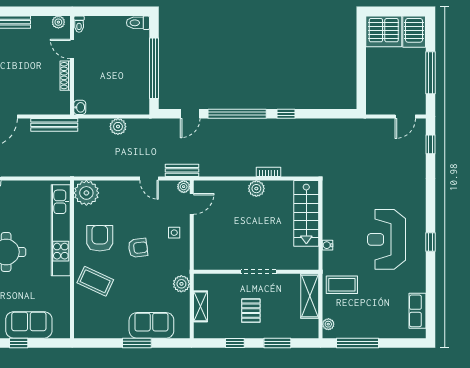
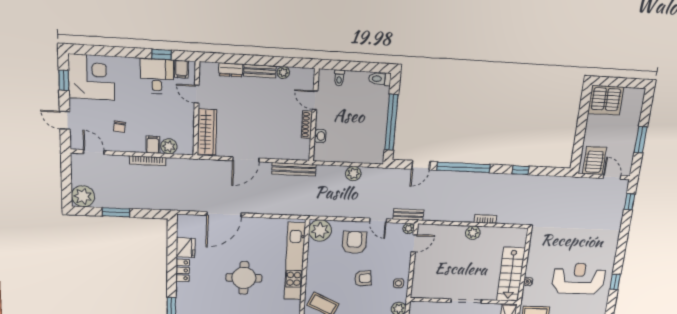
plant: (58, 22) -> (283, 73), moved
toilet: (79, 24) -> (339, 78), moved
server rack: (414, 32) -> (594, 161), moved, turned 180
window: (431, 73) -> (641, 140), width x0.69
washbasin: (80, 107) -> (320, 136), moved
window: (286, 114) -> (521, 170), moved
door: (405, 116) -> (612, 177), swing flipped
stairs: (306, 213) -> (511, 274), moved
side table: (174, 233) -> (398, 283), moved
armchair: (100, 238) -> (354, 242), moved
reception desk: (386, 239) -> (579, 279), turned 90

